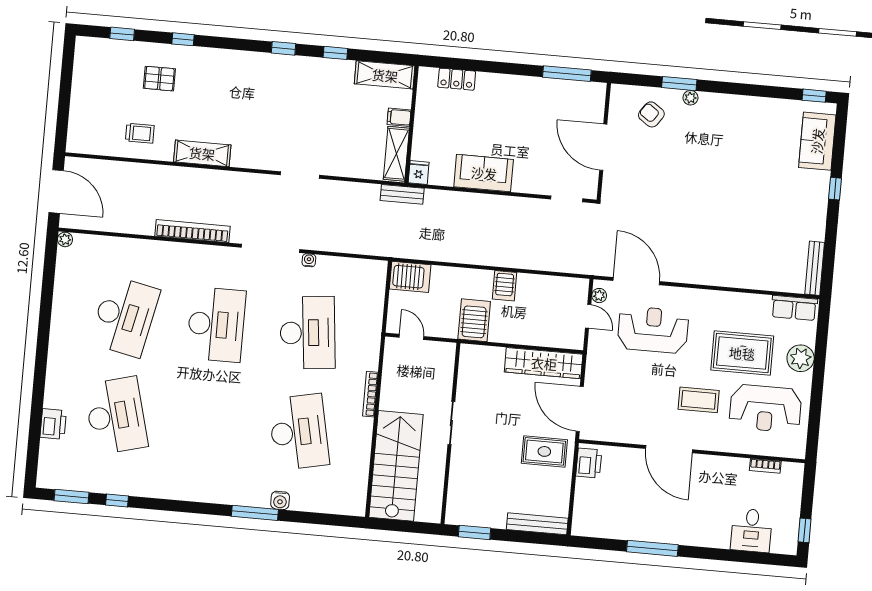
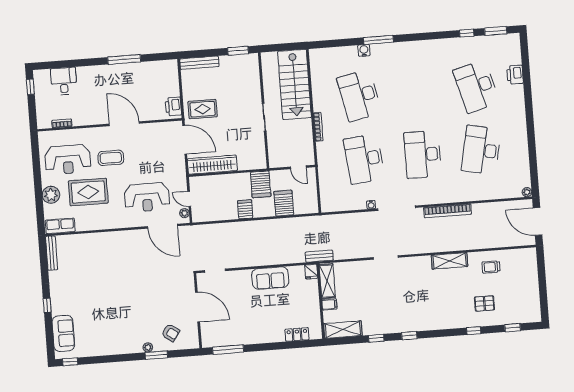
server rack: (410, 277) -> (284, 203), moved, turned 90
reception desk: (765, 408) -> (68, 160), turned 180

